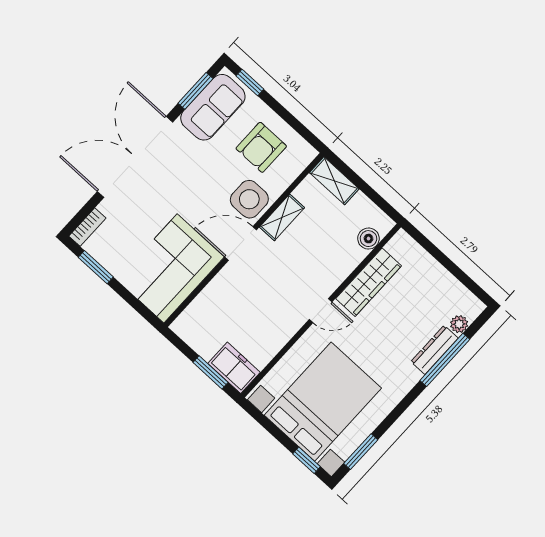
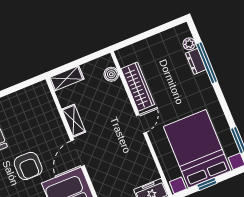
armchair: (261, 147) -> (28, 166), moved
side table: (249, 199) -> (53, 135), removed
dresser: (435, 350) -> (196, 61), width x0.70
window: (306, 460) -> (207, 184), moved

